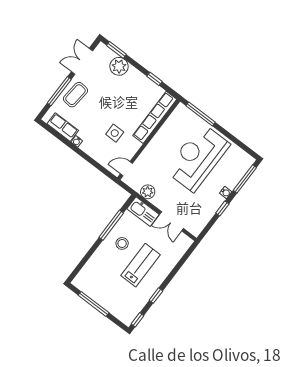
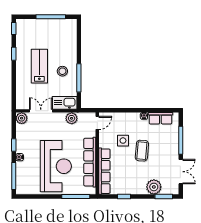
coffee table: (75, 95) -> (142, 151), moved
row of seats: (162, 137) -> (90, 162), added
plant: (195, 228) -> (22, 118), added
lab bench: (140, 265) -> (39, 66), turned 180

